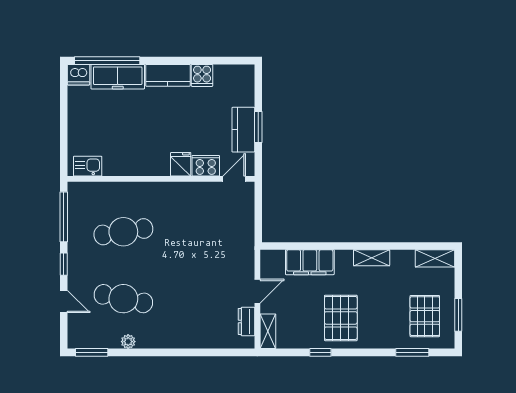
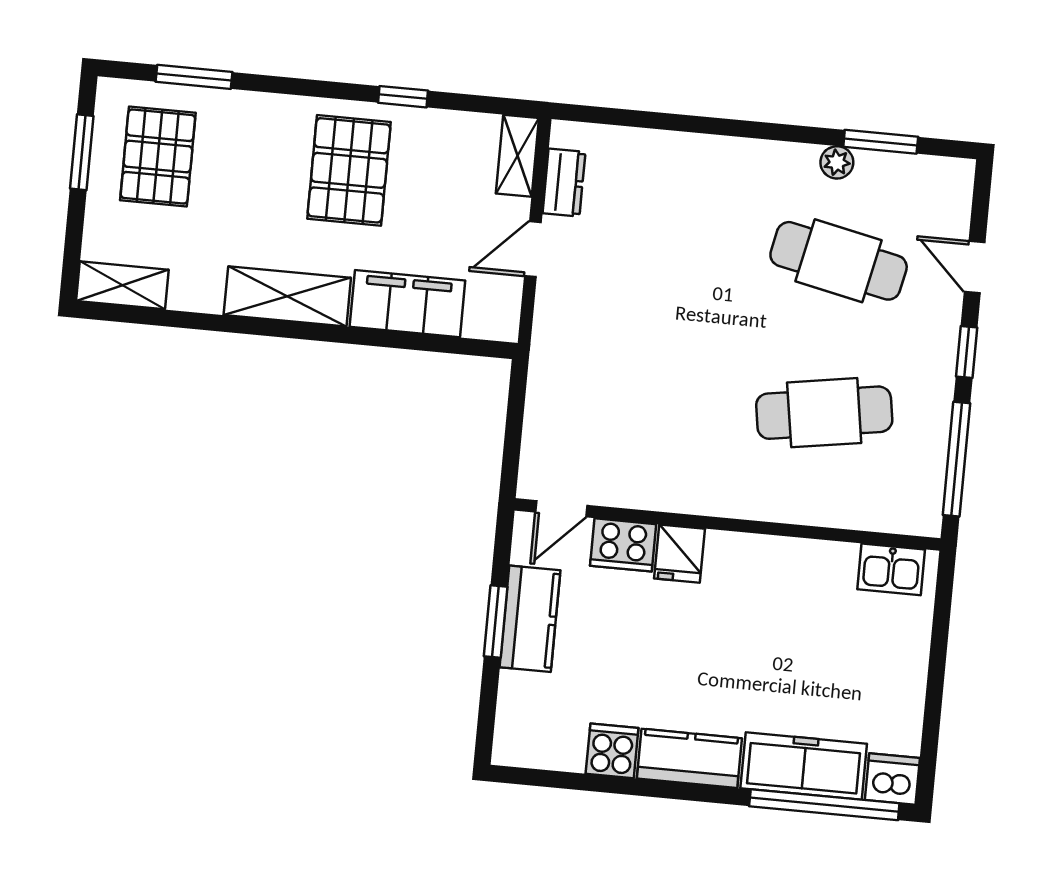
shelving: (372, 258) -> (287, 296), width x1.50, depth x1.33
window: (92, 352) -> (881, 142), moved

